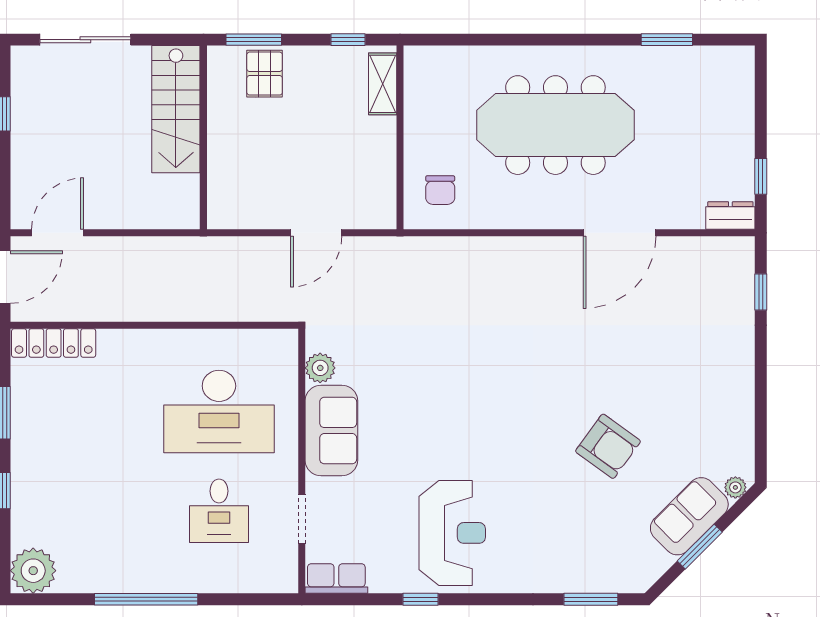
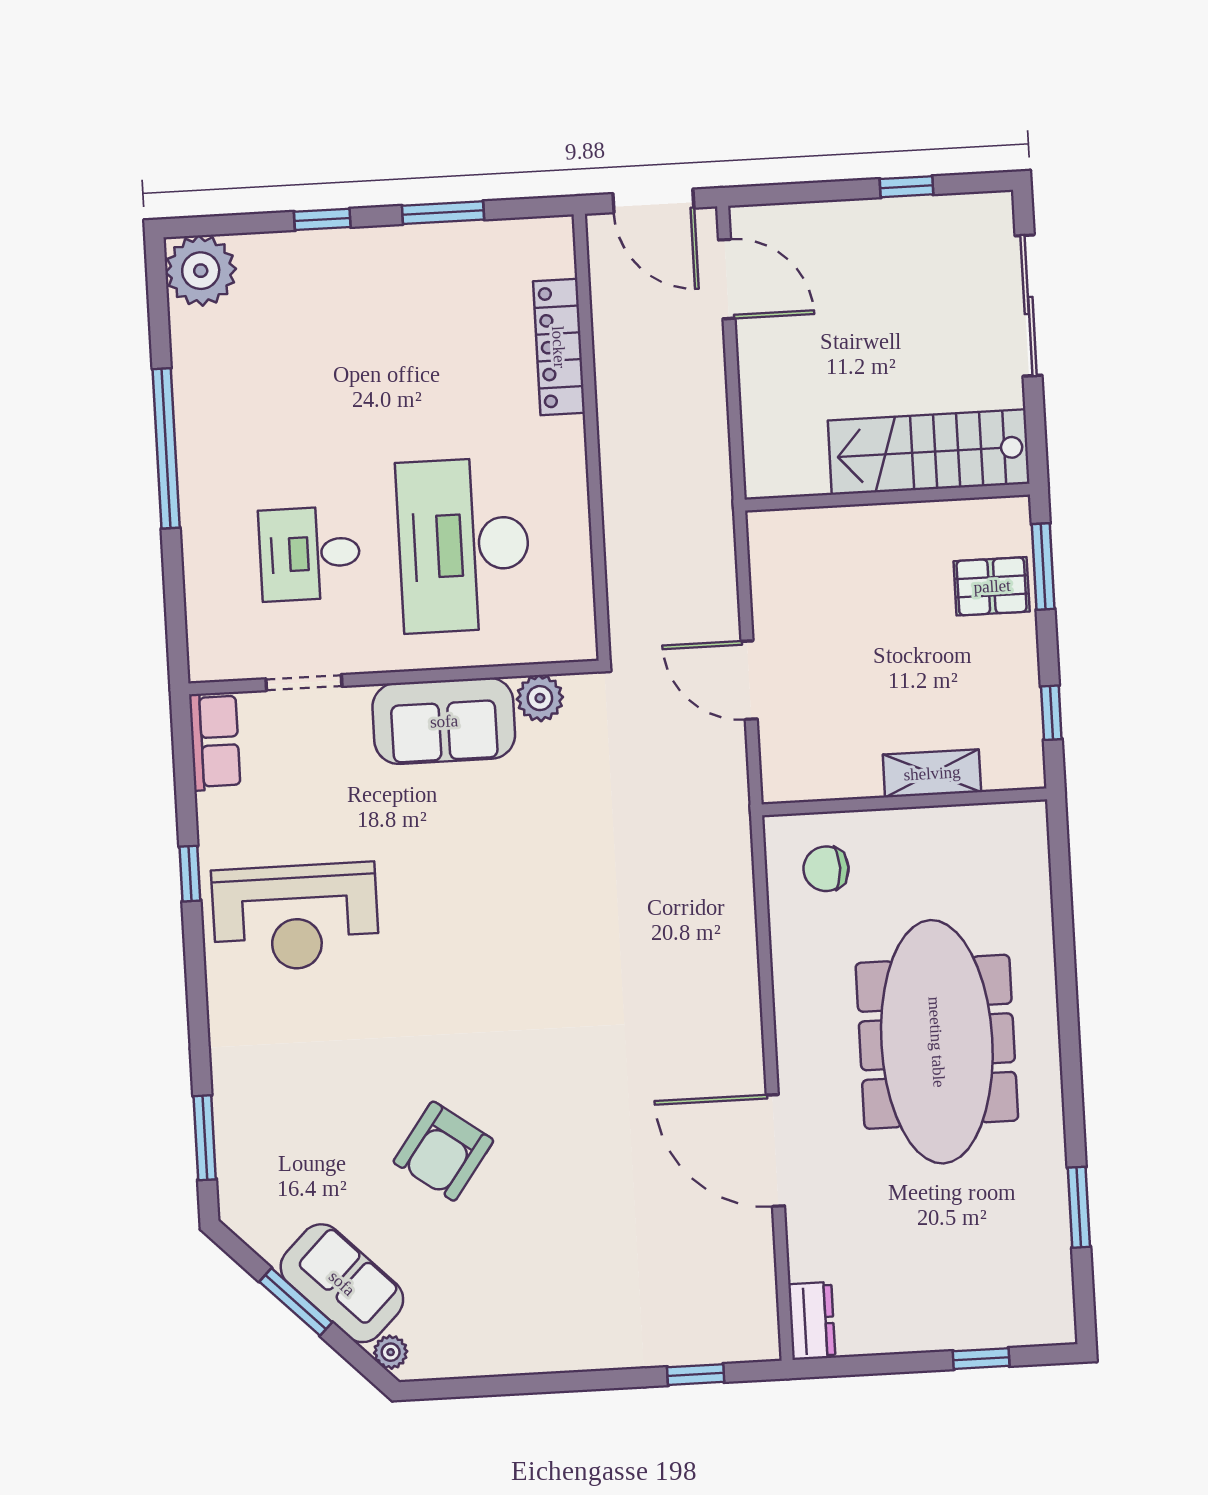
shelving: (383, 84) -> (932, 773), moved
window: (761, 176) -> (981, 1359), moved
locker: (54, 343) -> (559, 347), moved

